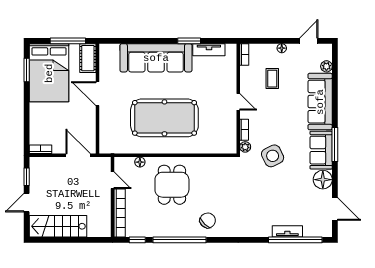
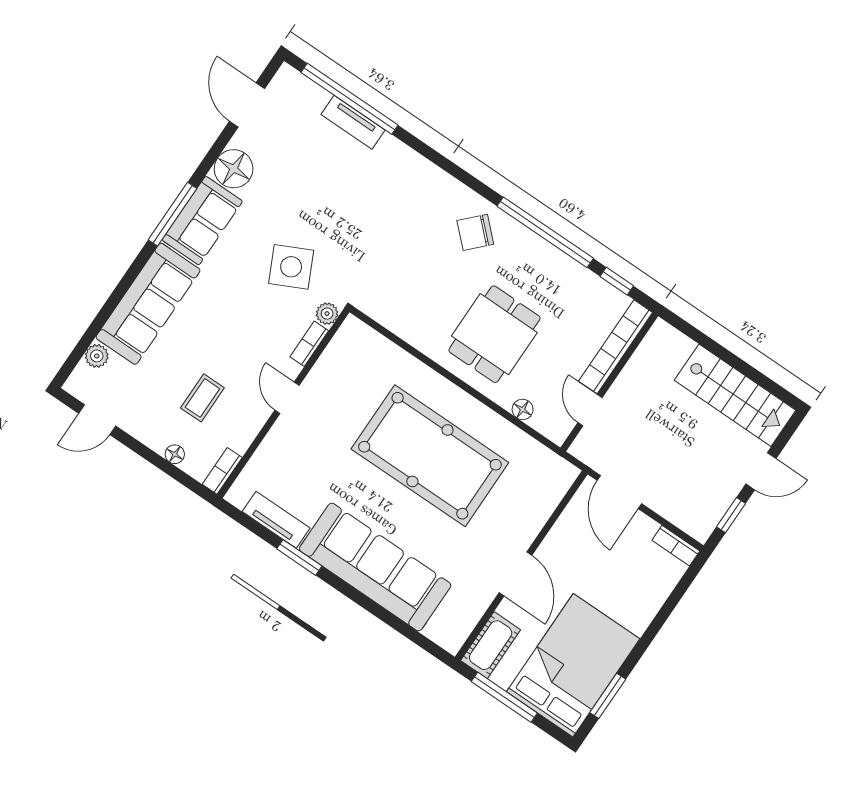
floor lamp: (282, 48) -> (175, 454), moved

